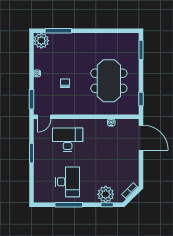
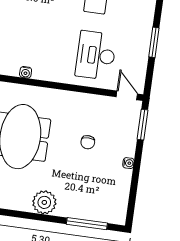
plant: (41, 41) -> (44, 202), moved
door: (44, 117) -> (127, 95), hinge flipped
desk: (68, 140) -> (96, 55), turned 90

